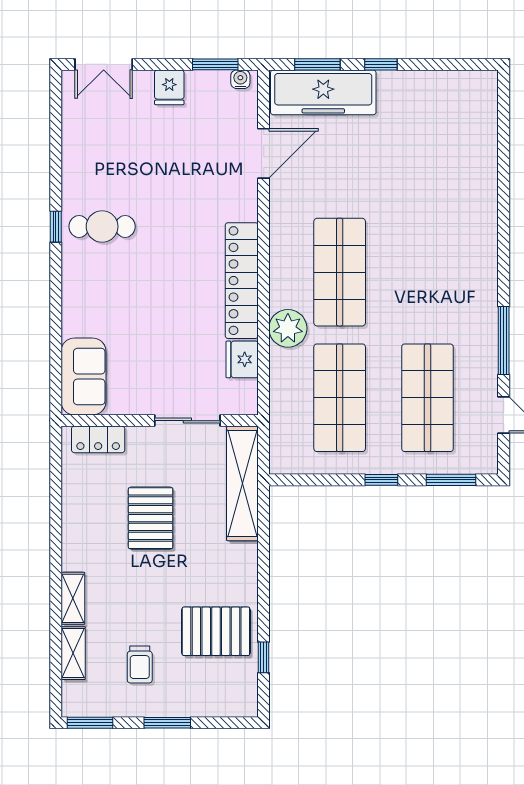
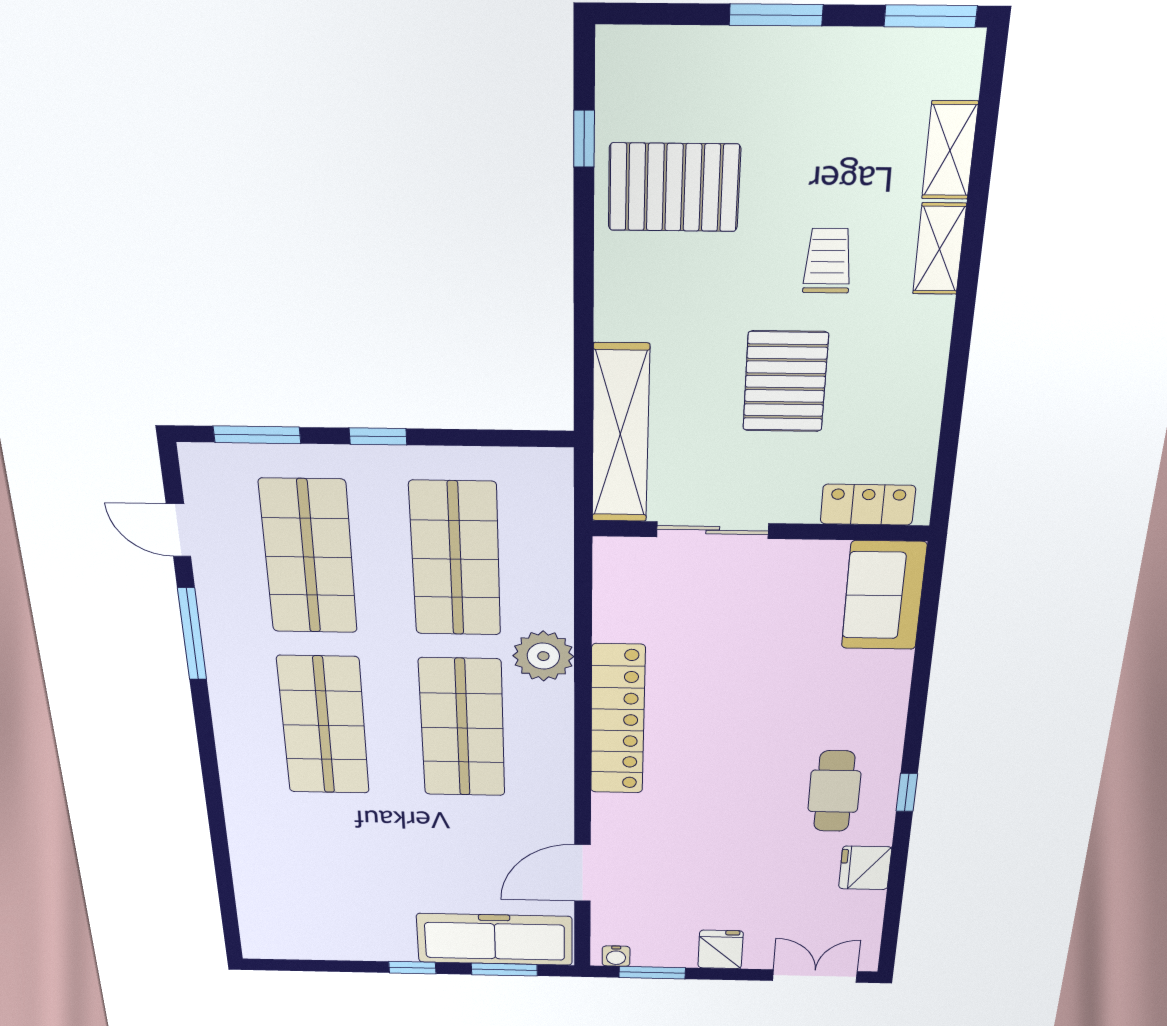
cafe table: (102, 227) -> (834, 791), turned 90
shop shelf: (428, 272) -> (324, 725), added
fridge: (242, 359) -> (865, 868), moved, turned 180
trolley: (140, 664) -> (828, 261), moved

